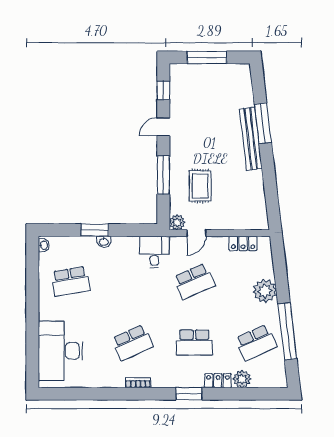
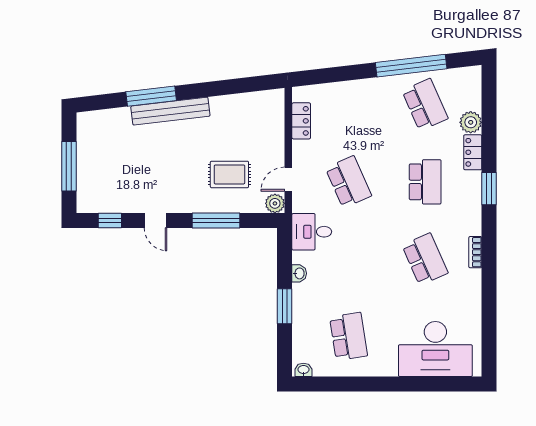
door: (196, 233) -> (288, 179), swing flipped
washbasin: (104, 242) -> (299, 273), moved
plant: (265, 291) -> (361, 94), removed

